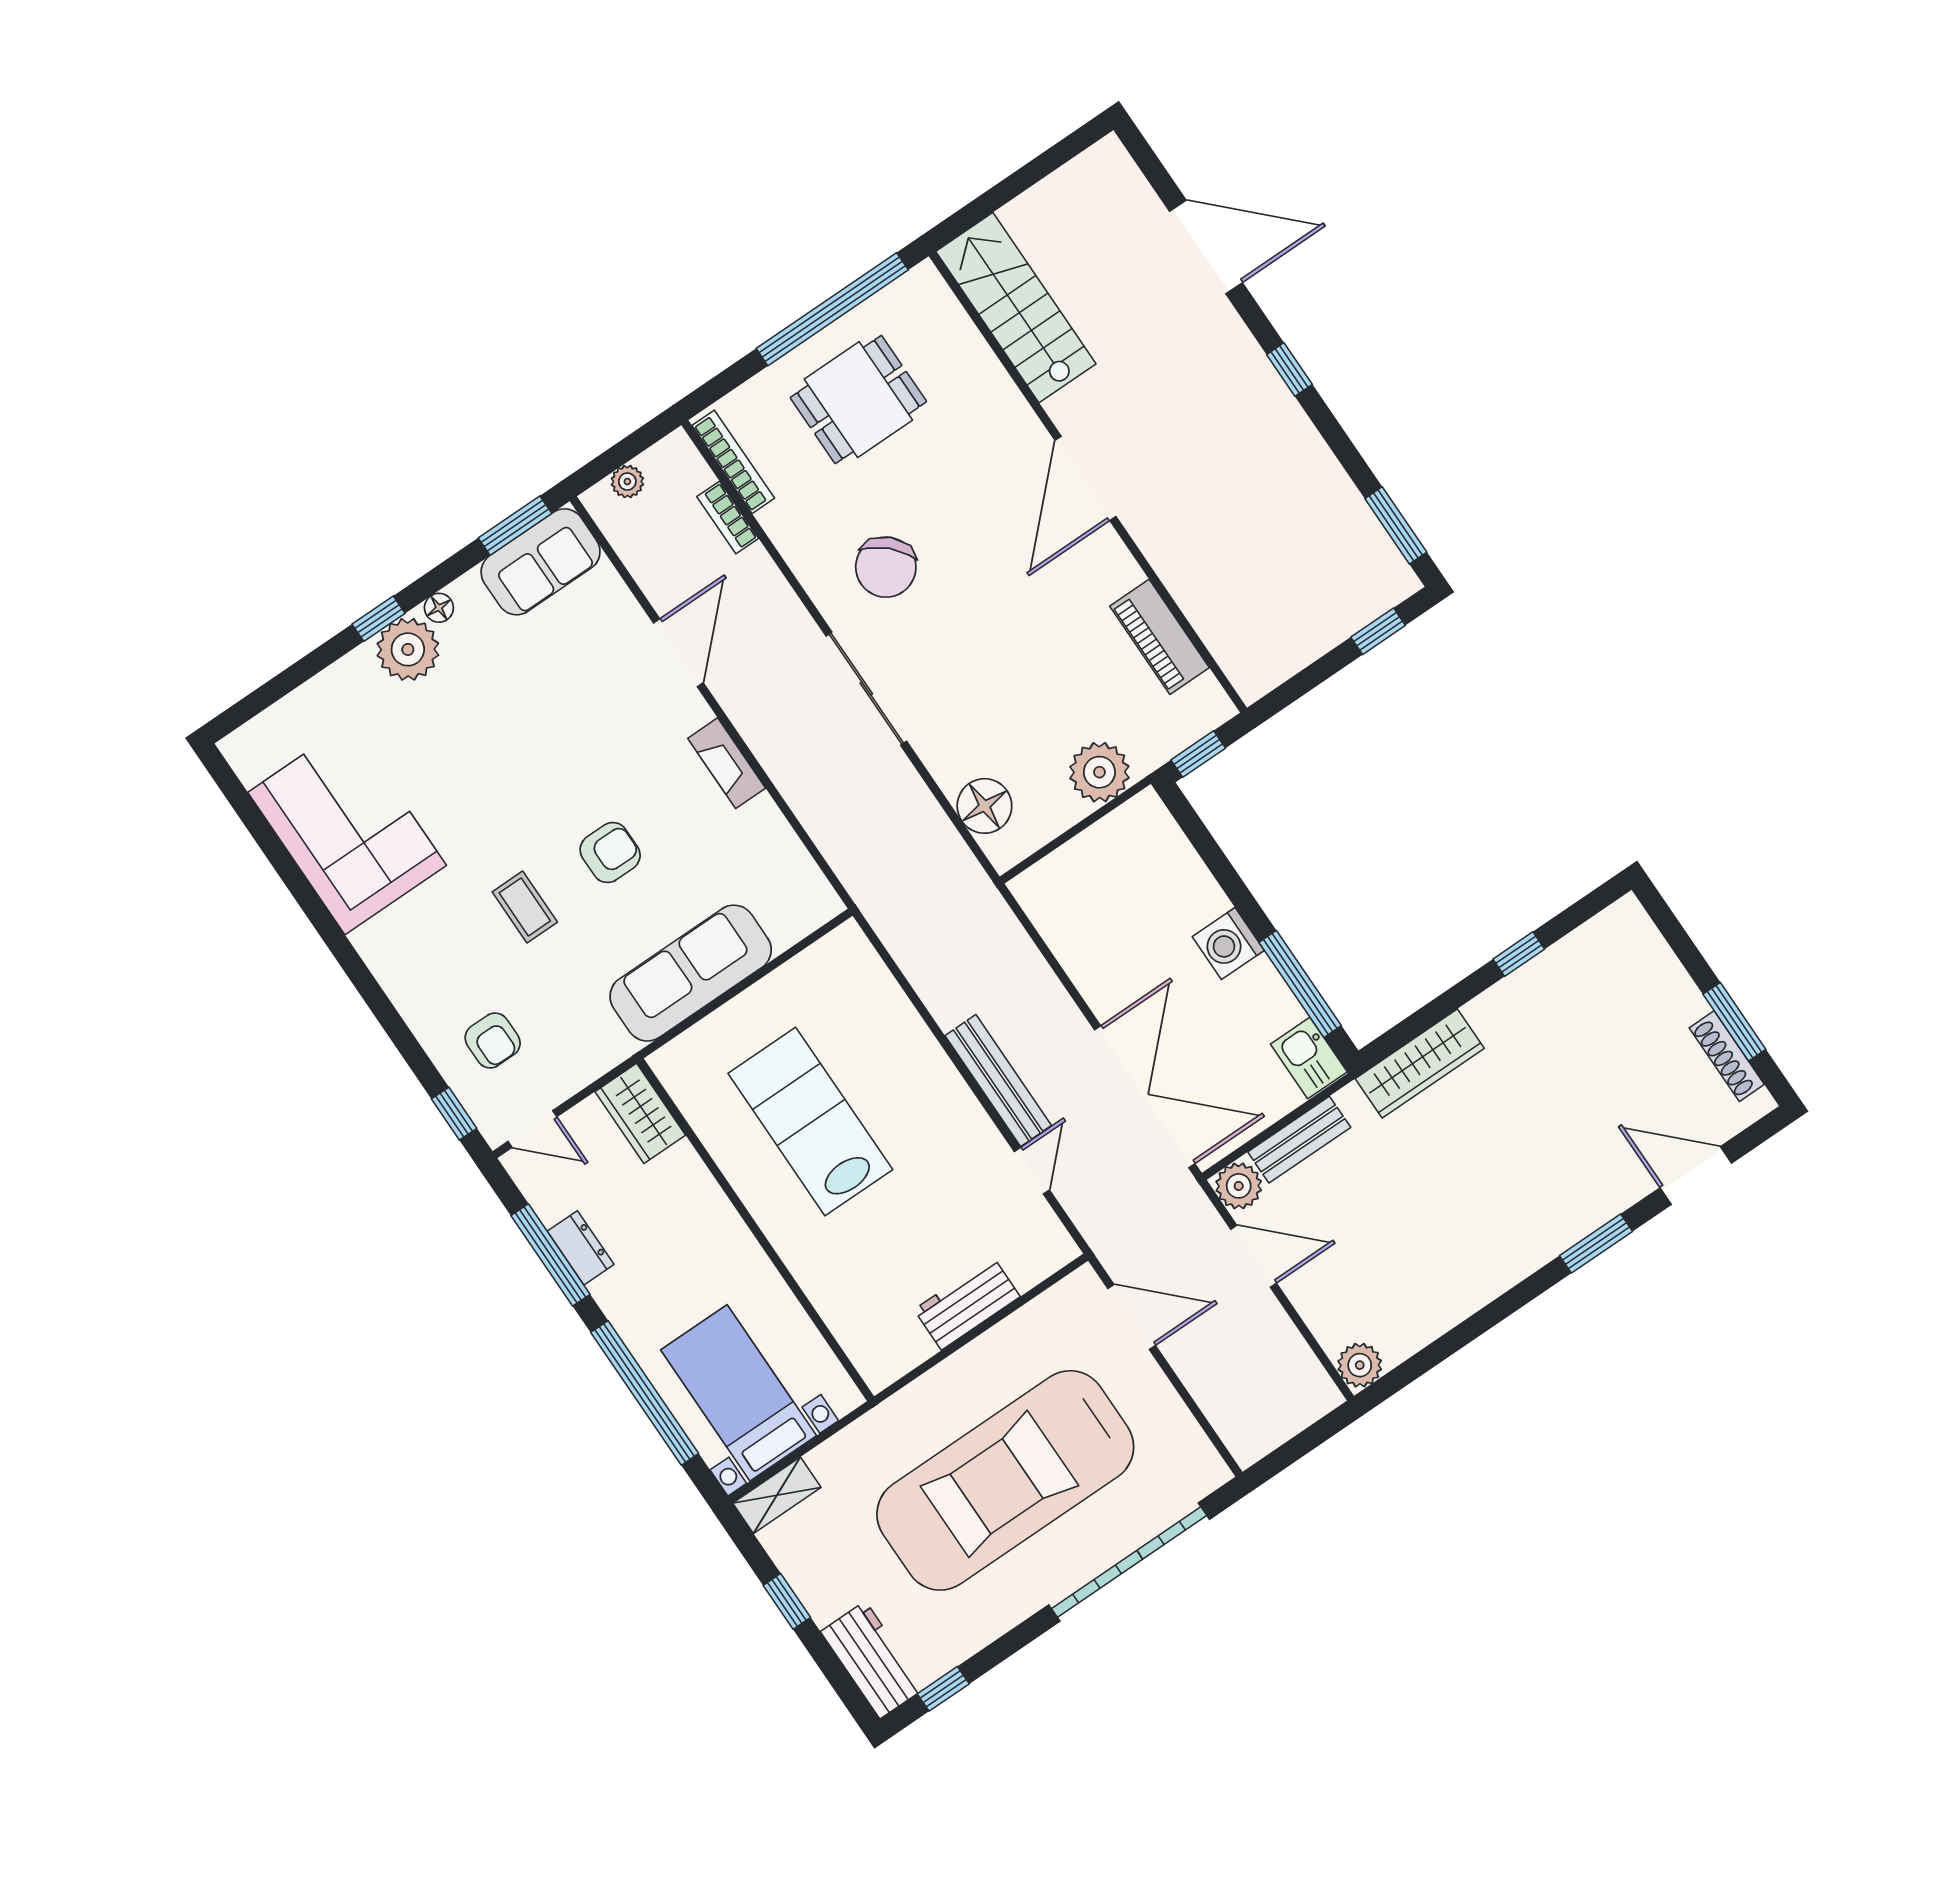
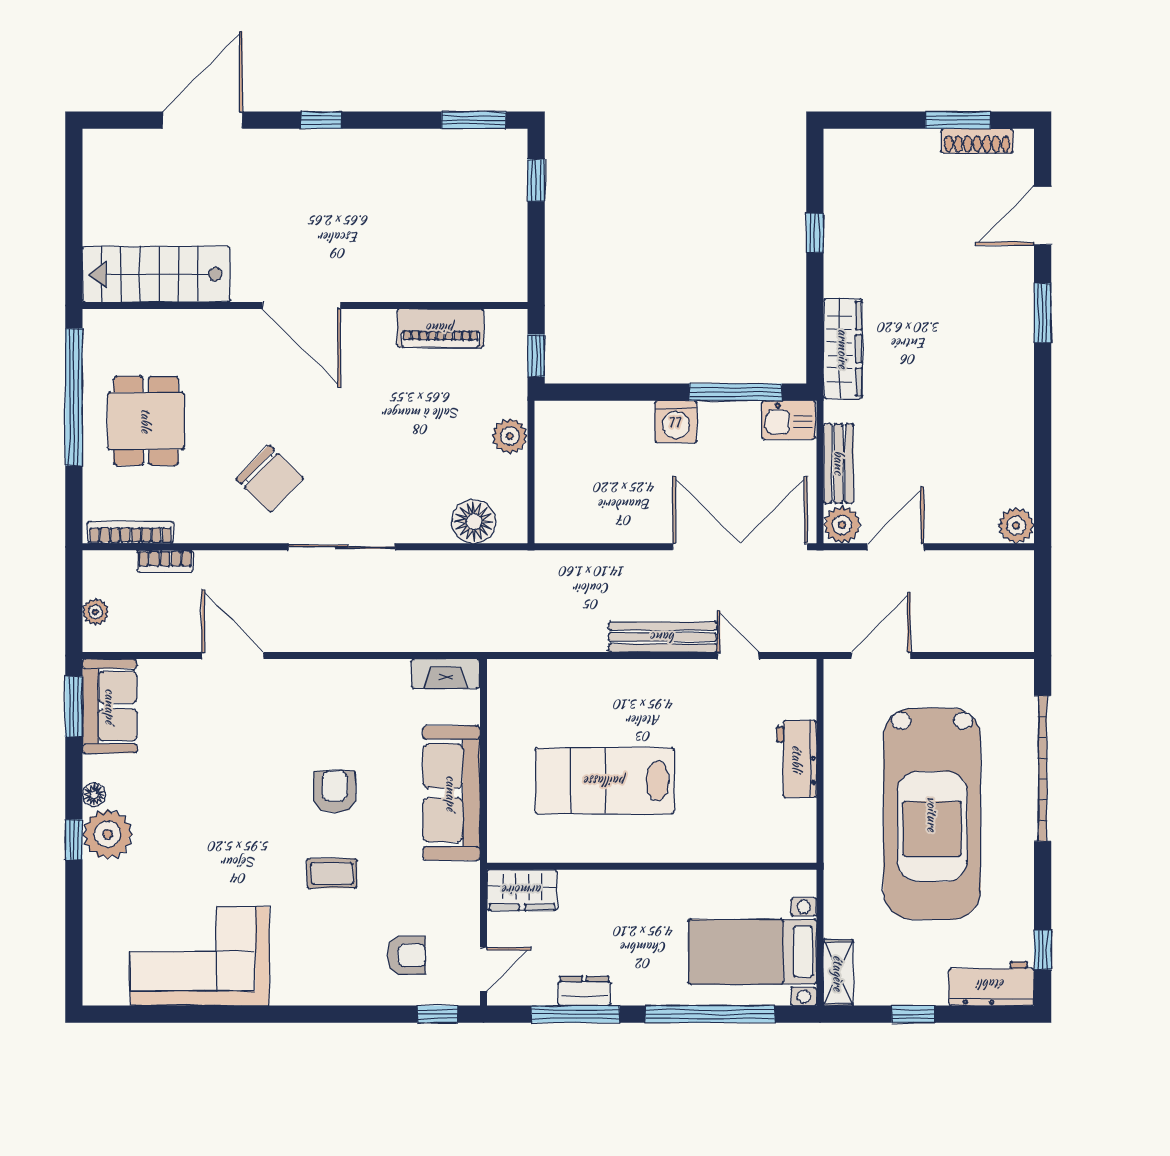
fireplace: (727, 763) -> (446, 674), moved
plant: (1099, 772) -> (510, 436), width x0.73, depth x0.73

